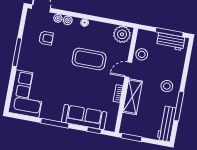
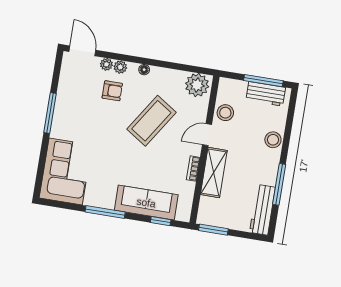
armchair: (46, 38) -> (112, 91), moved
coffee table: (89, 59) -> (151, 121), turned -57
stool: (167, 86) -> (273, 140), moved

